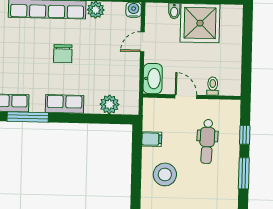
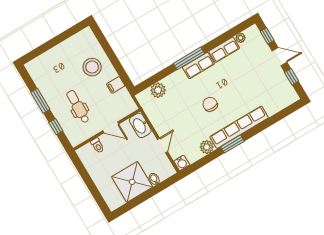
row of seats: (65, 104) -> (198, 65), moved
window: (28, 117) -> (189, 58), moved

